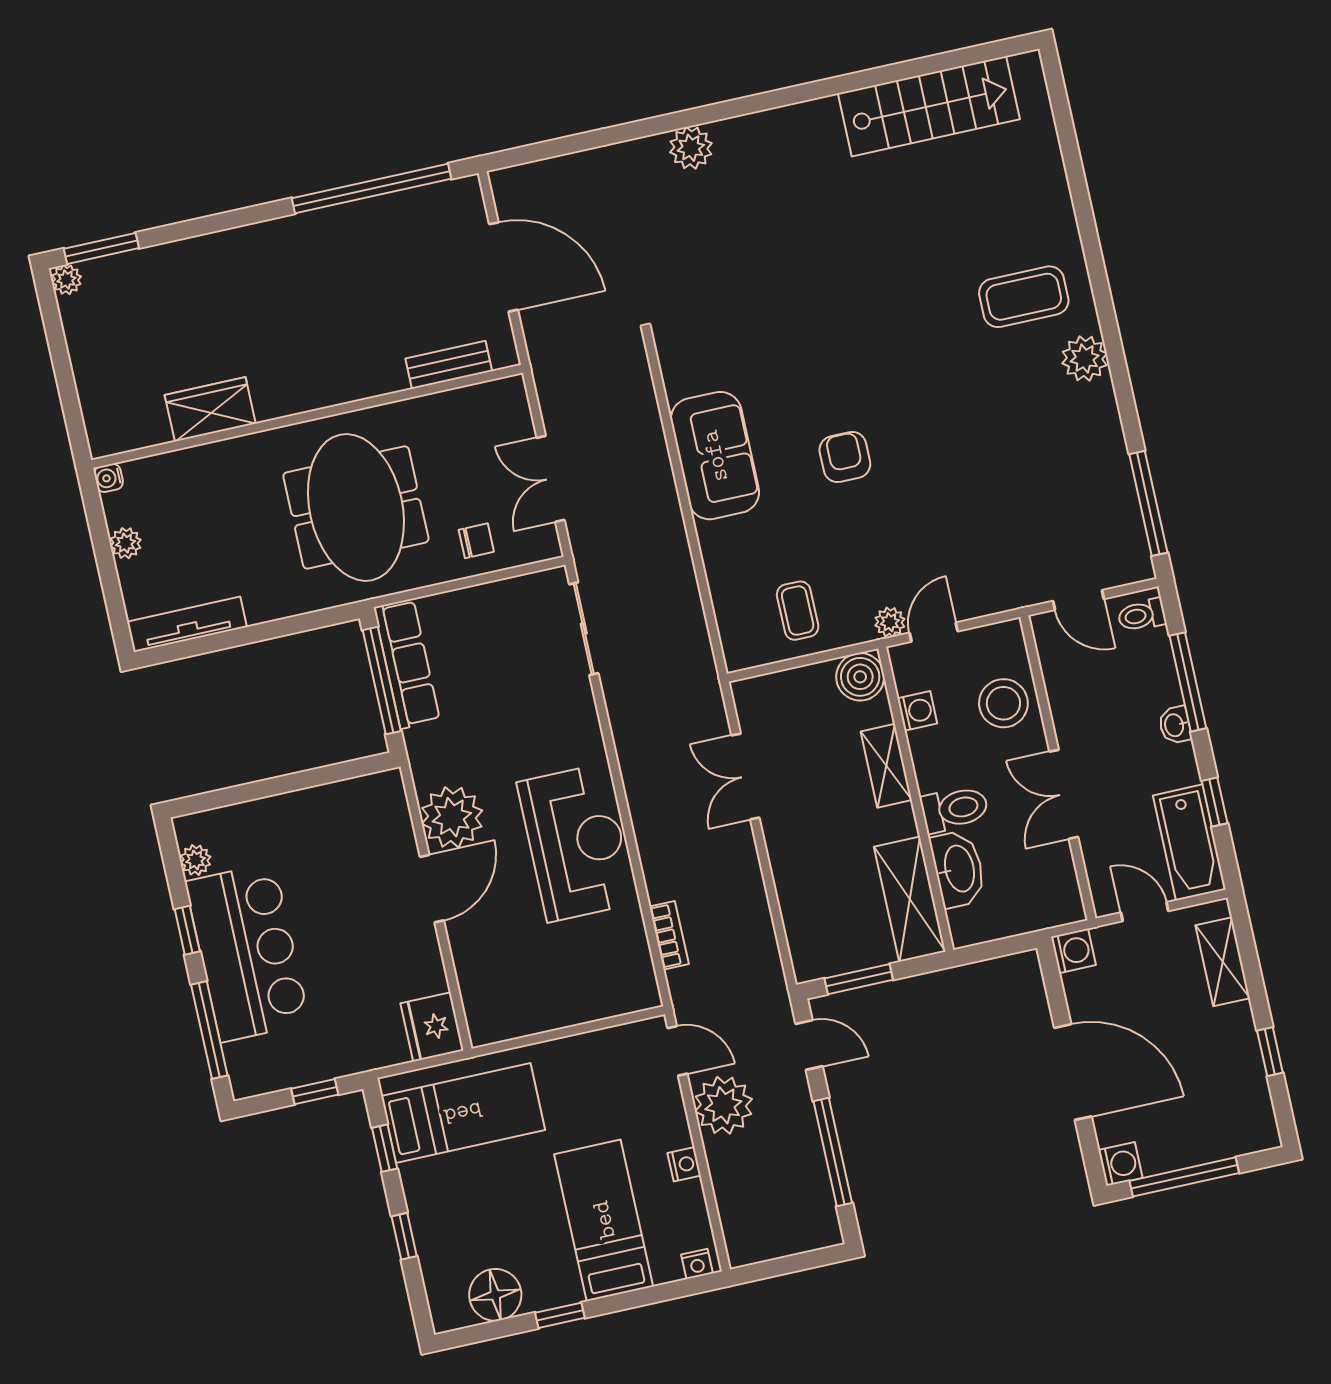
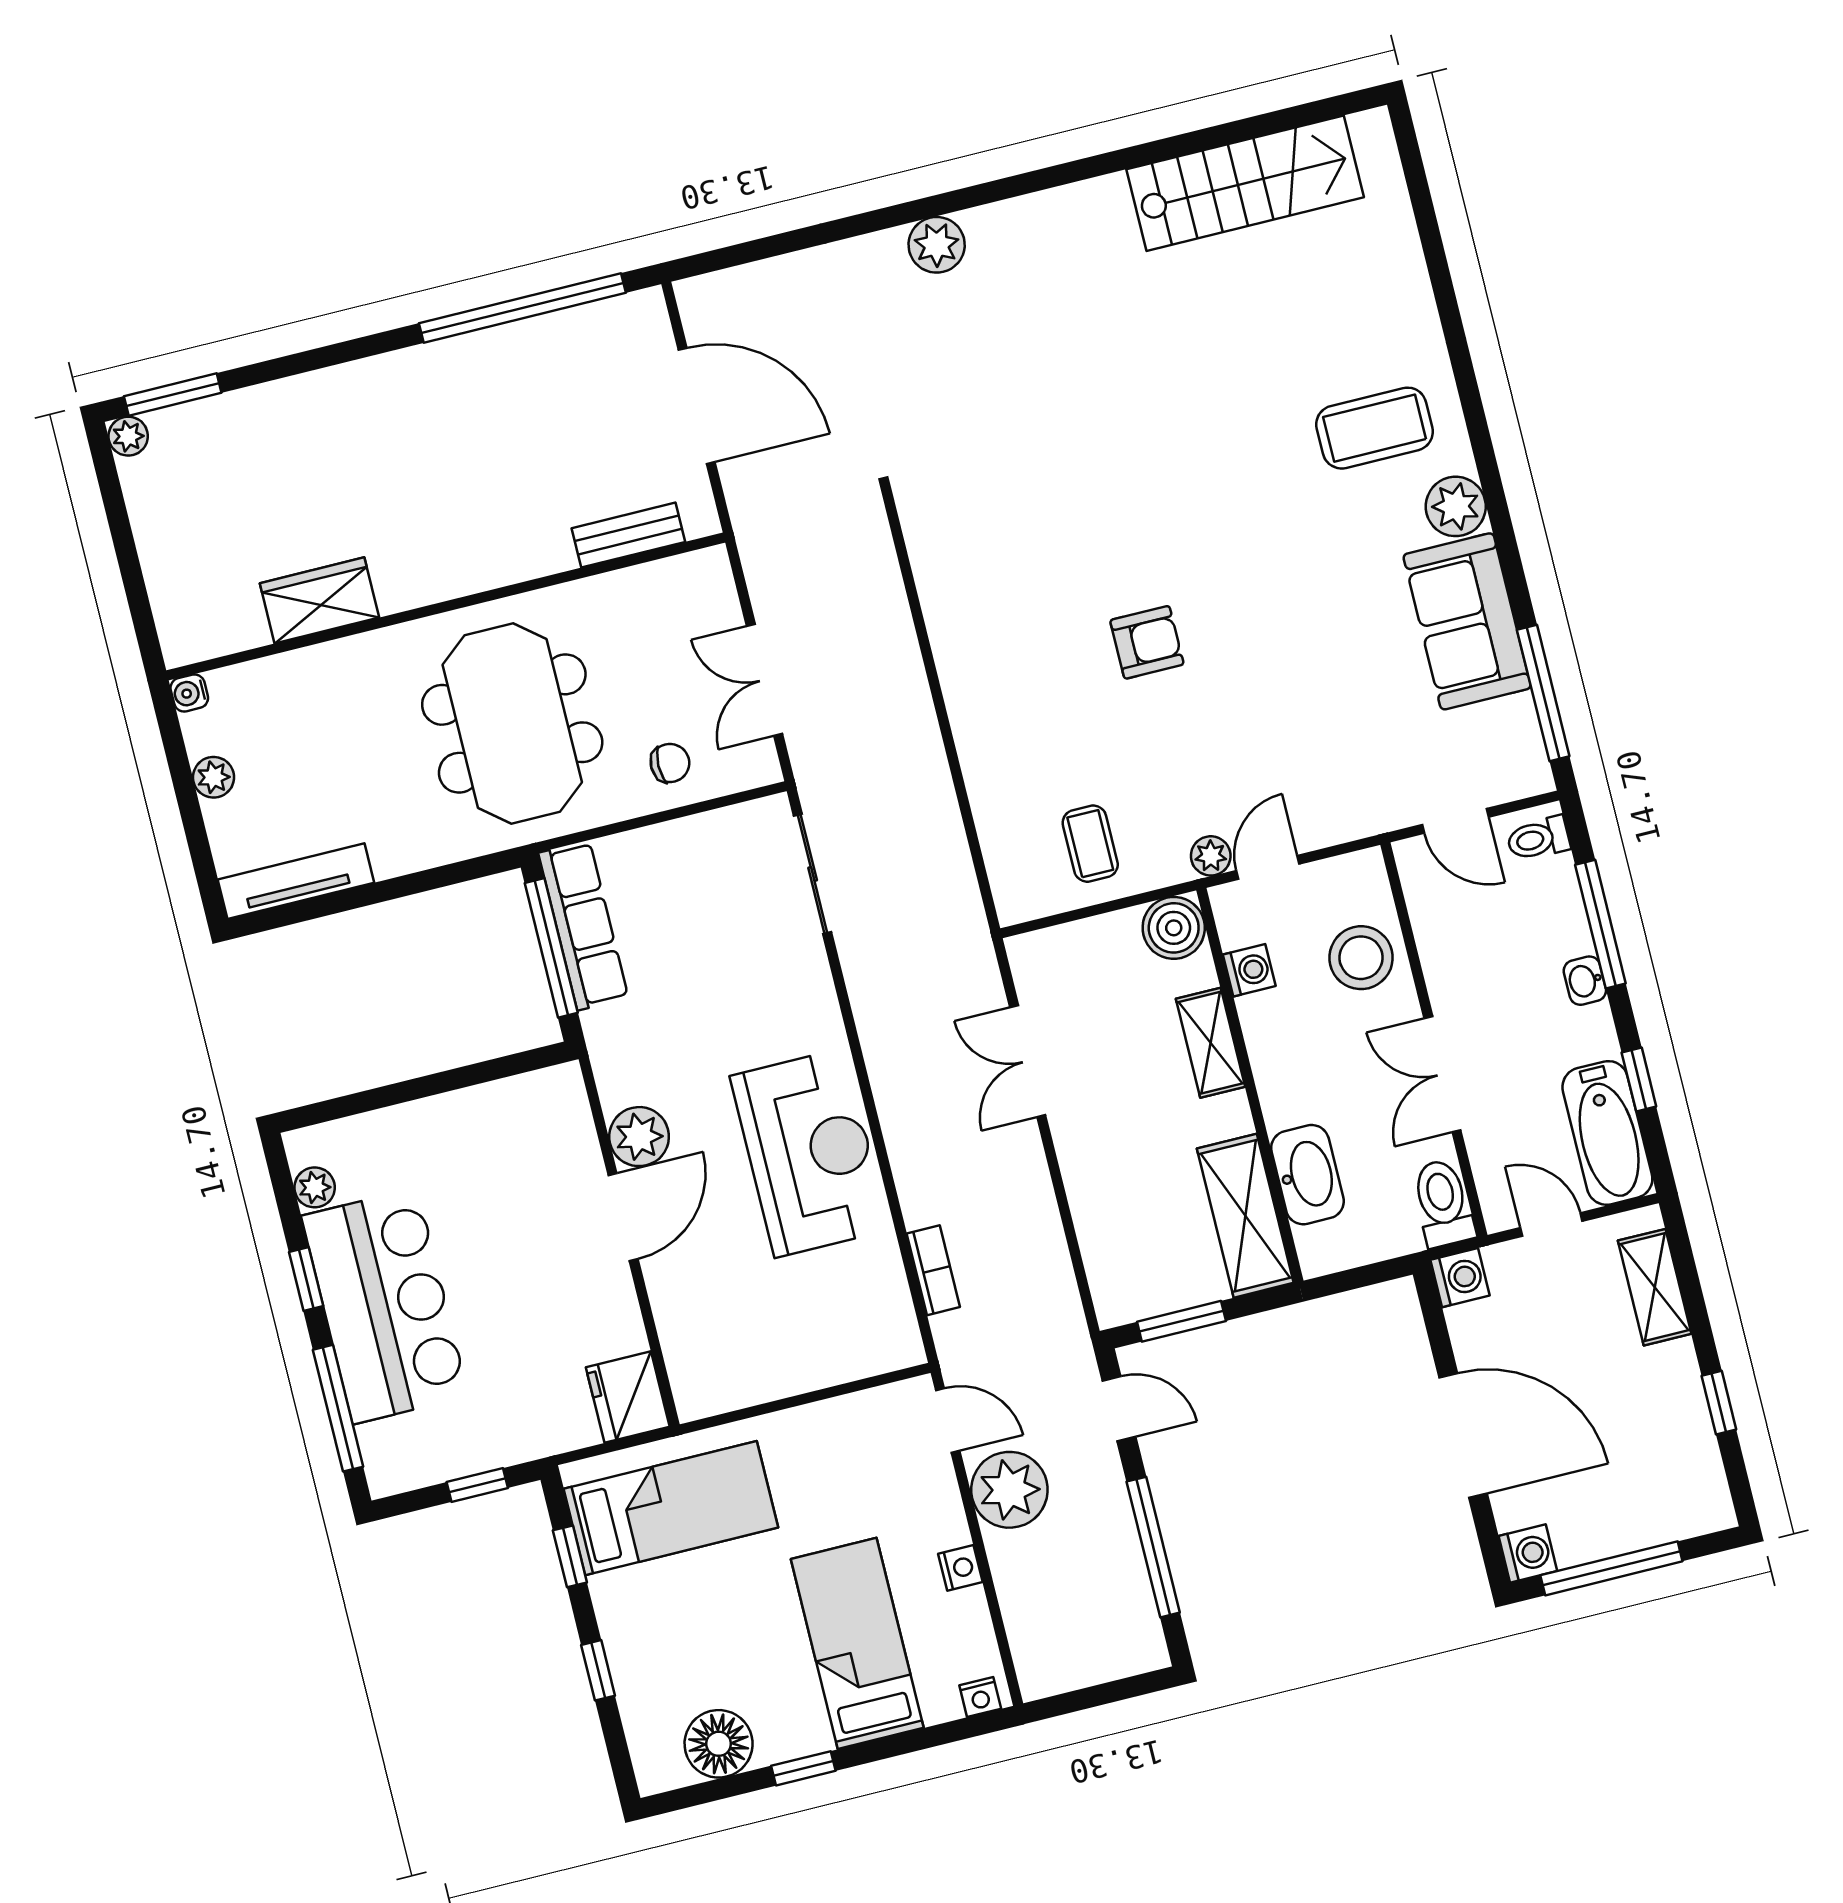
sofa: (715, 456) -> (1467, 621), moved, turned 180
armchair: (845, 457) -> (1147, 642), turned 90
toilet: (955, 809) -> (1443, 1203), moved, turned -90
plant: (452, 817) -> (639, 1137), width x0.73, depth x0.73

